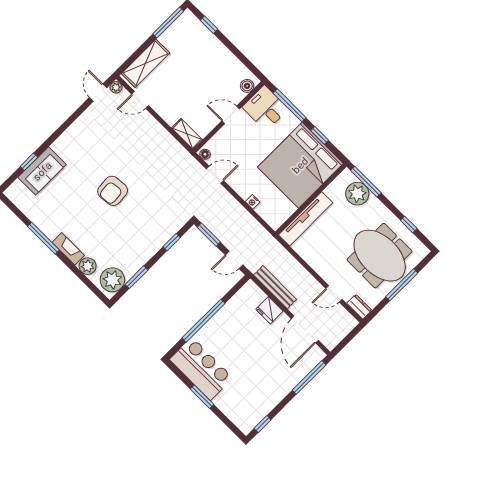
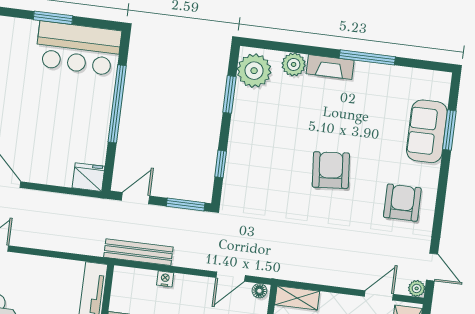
armchair: (87, 142) -> (402, 203), added
window: (29, 162) -> (449, 130), width x1.50
bench: (275, 287) -> (138, 252), moved
fridge: (269, 310) -> (89, 177), moved

